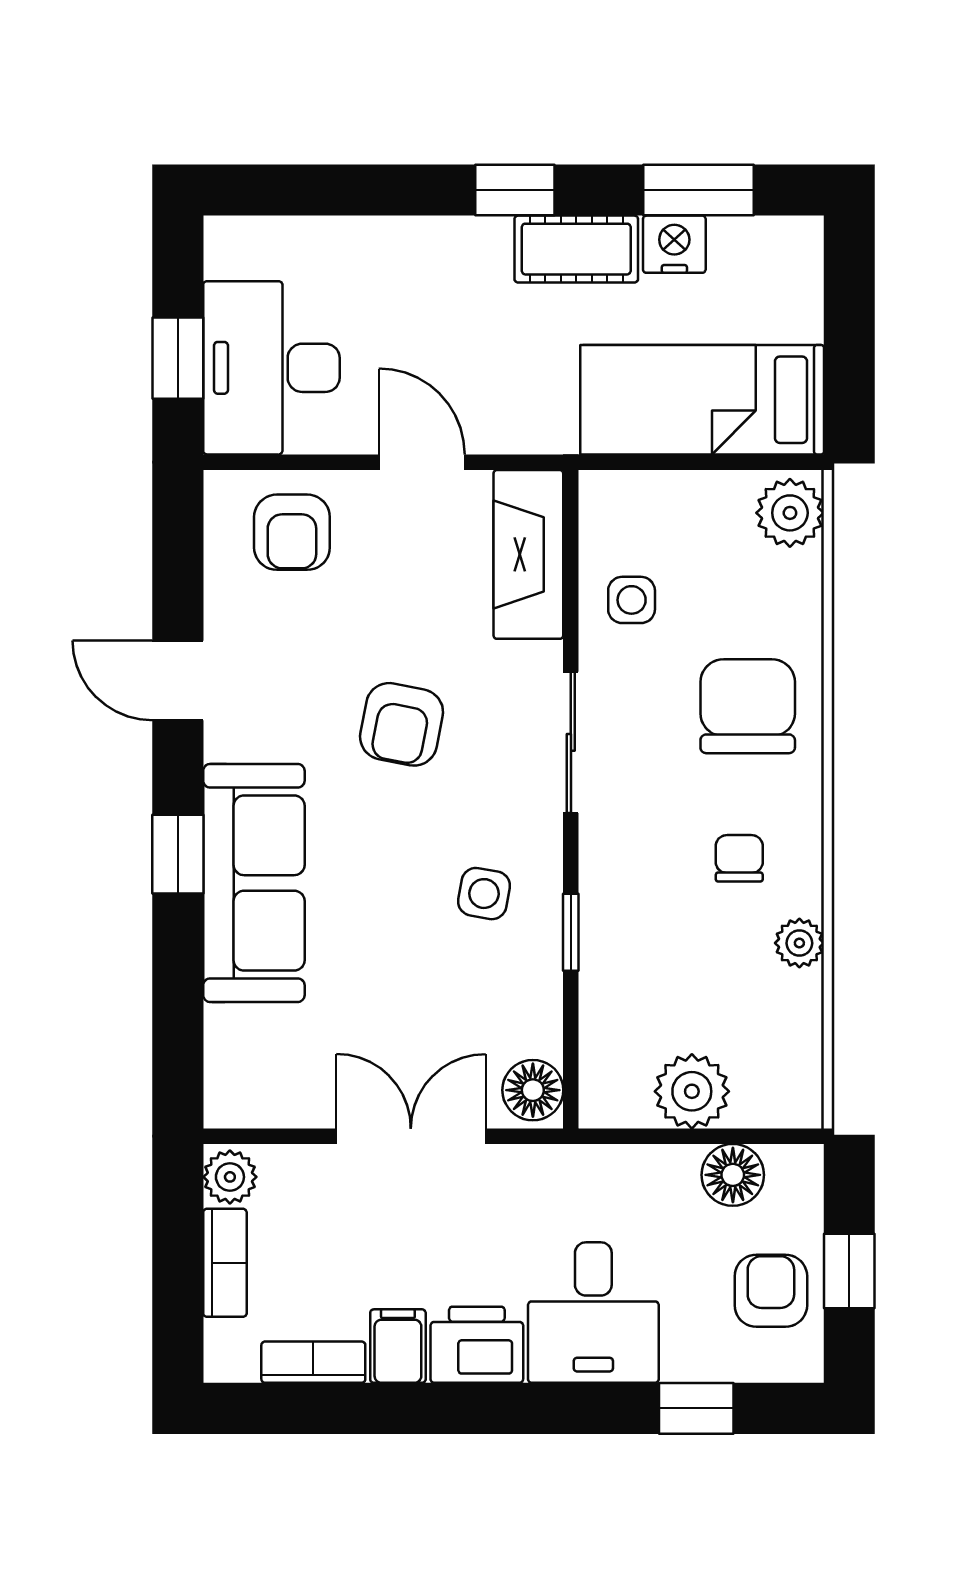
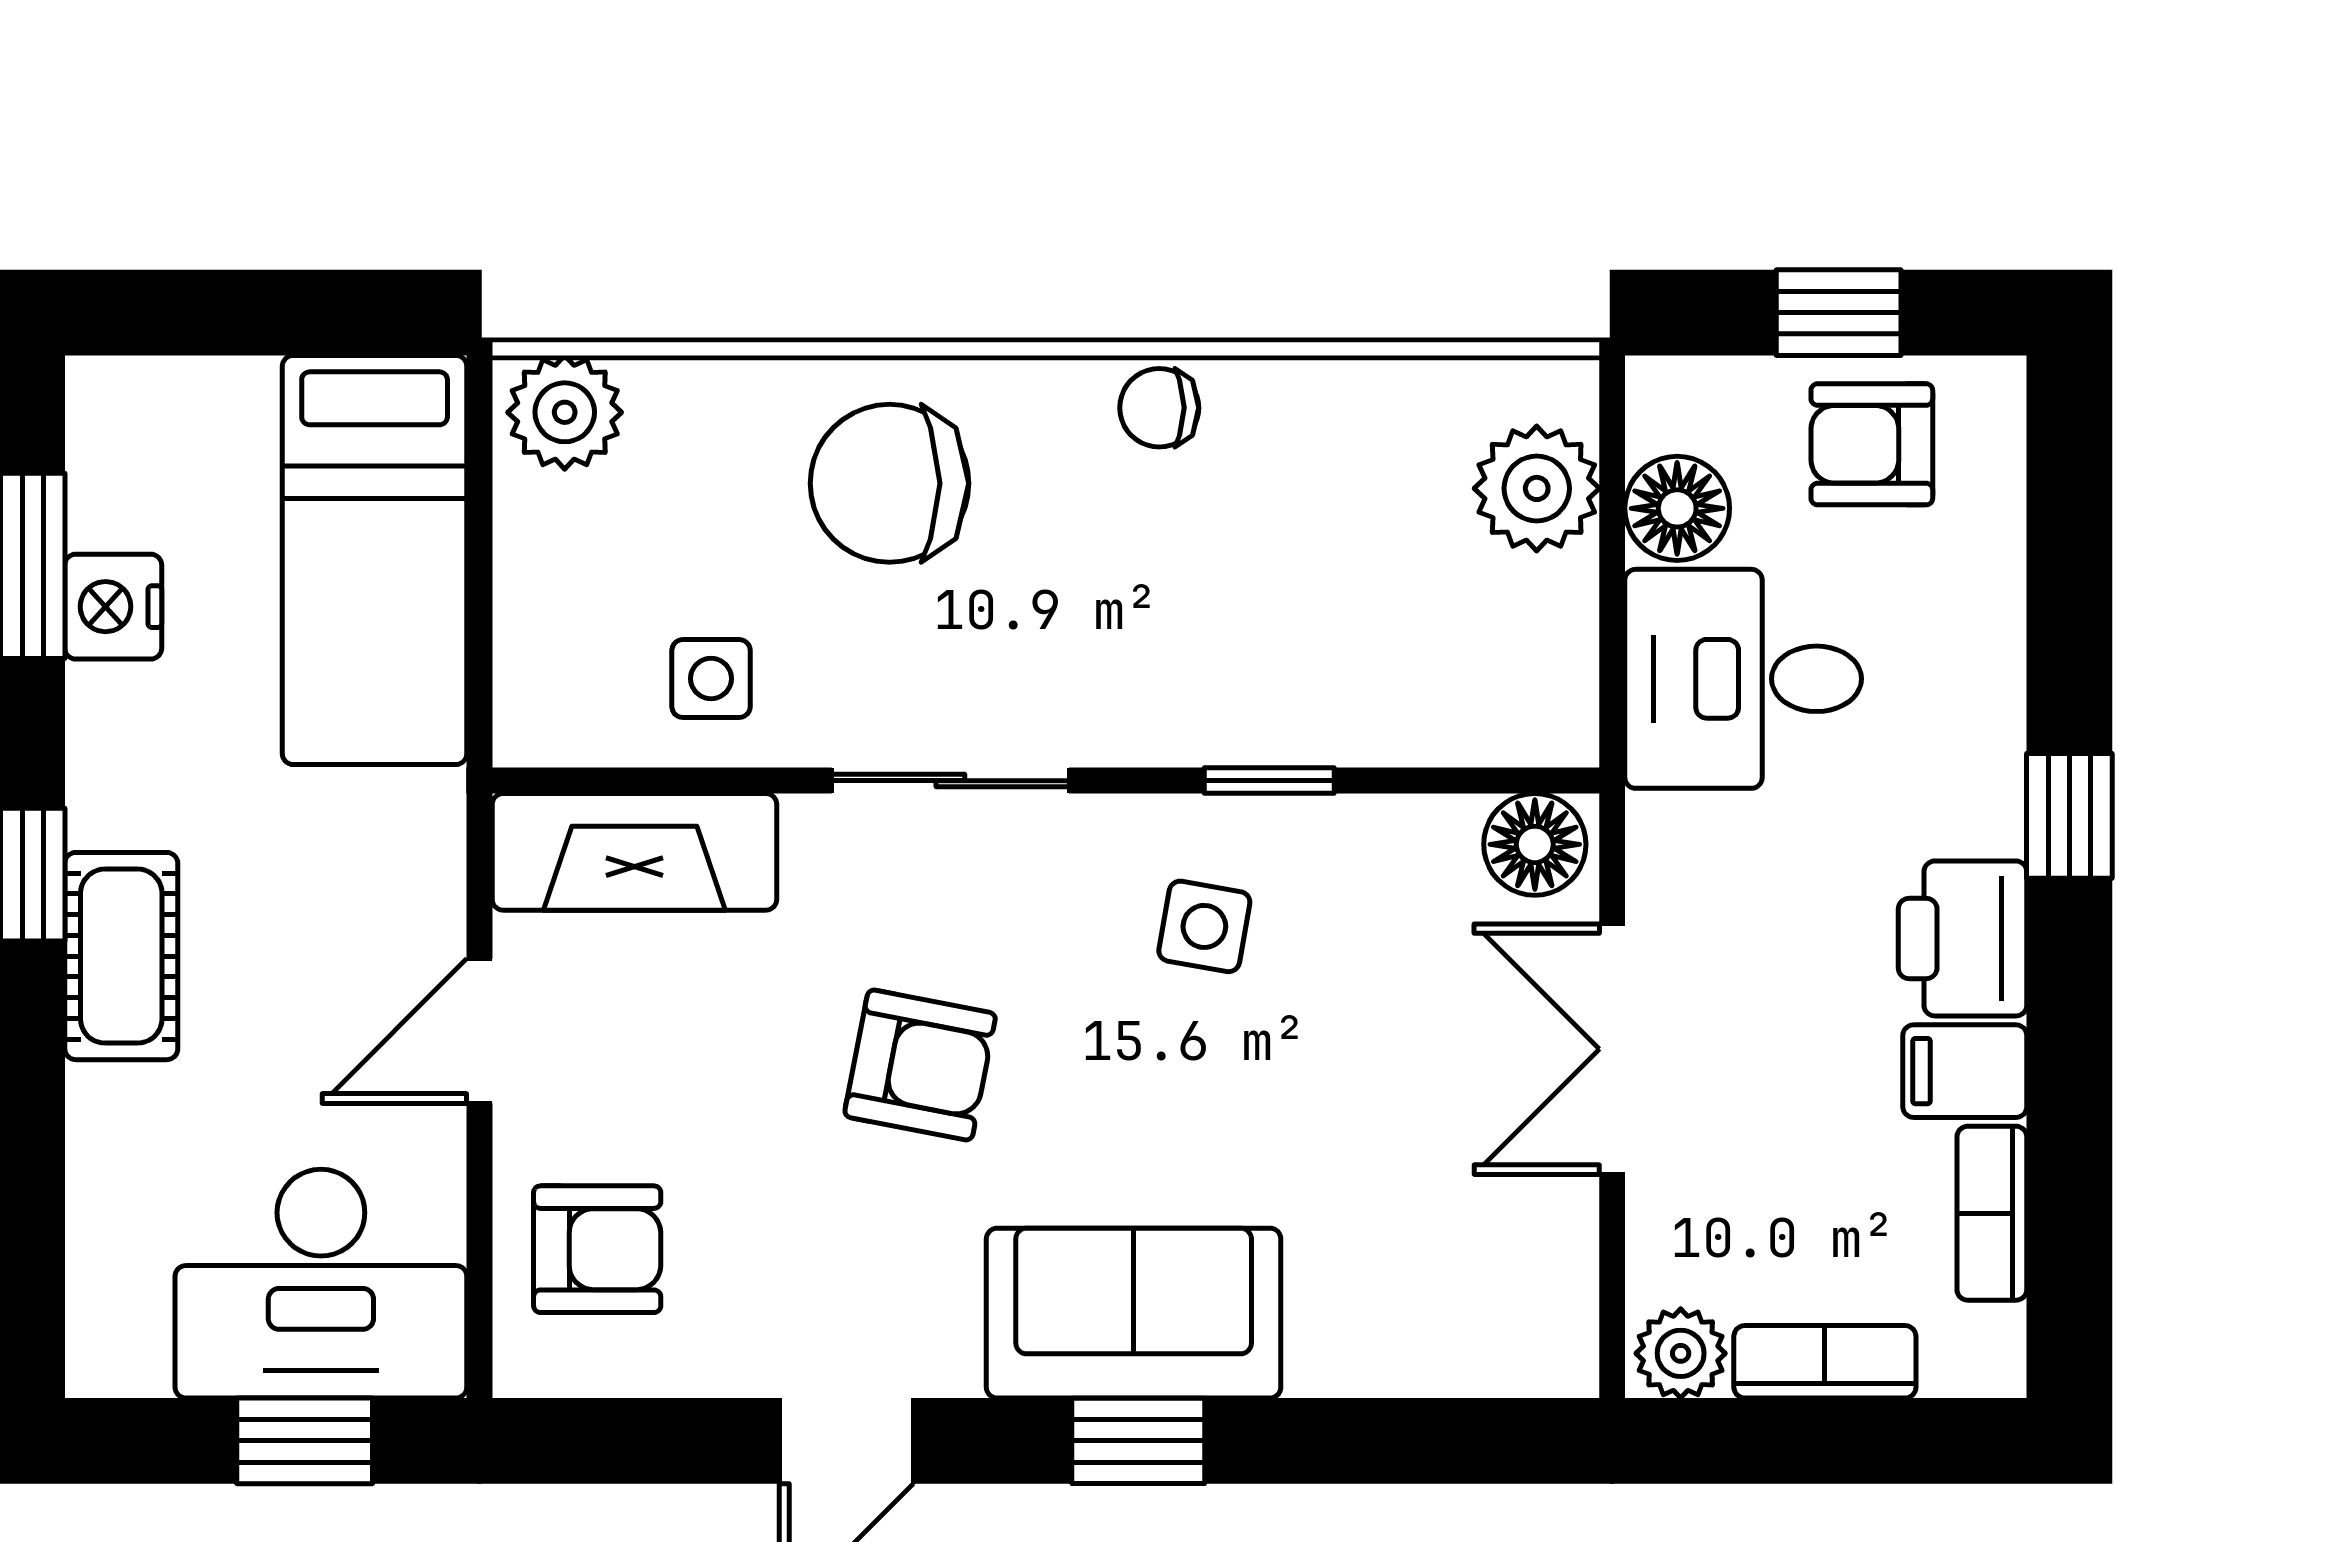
cot: (576, 249) -> (121, 956), moved
chair: (739, 858) -> (1159, 408), moved
sofa: (254, 883) -> (1134, 1313), width x0.73
plant: (799, 943) -> (1287, 396), removed
plant: (692, 1091) -> (1537, 488), moved
desk: (593, 1313) -> (1743, 679), moved, turned 180
window: (696, 1408) -> (2069, 816), moved

